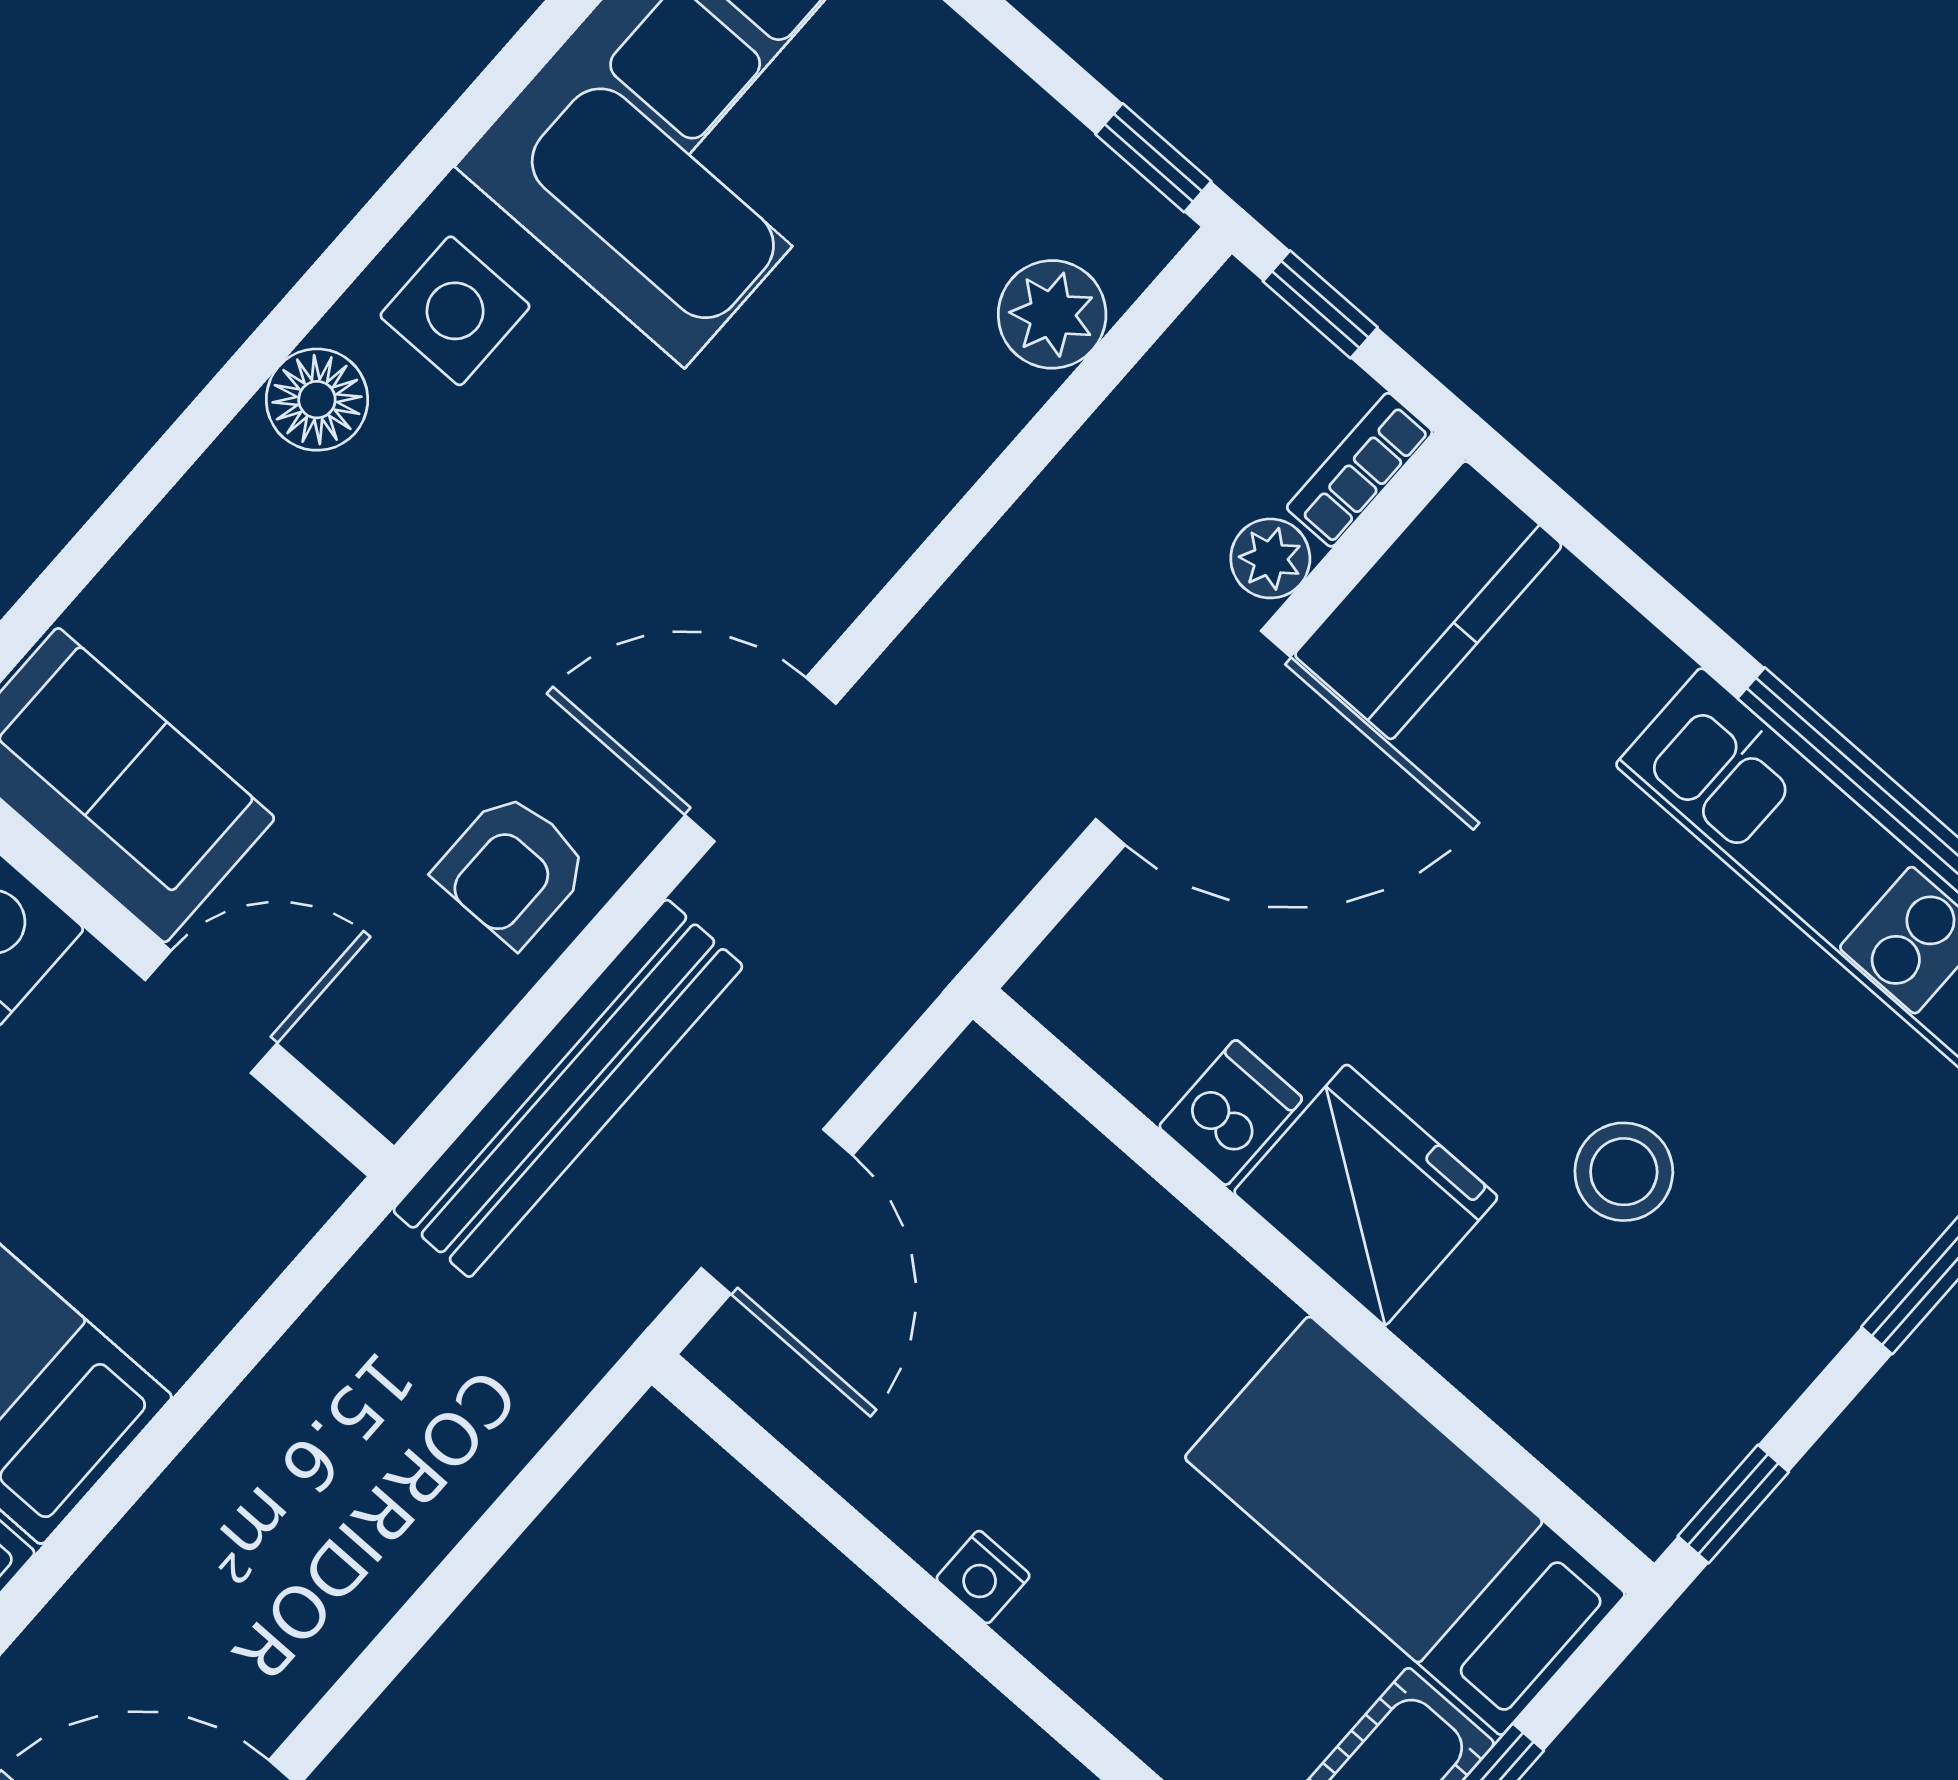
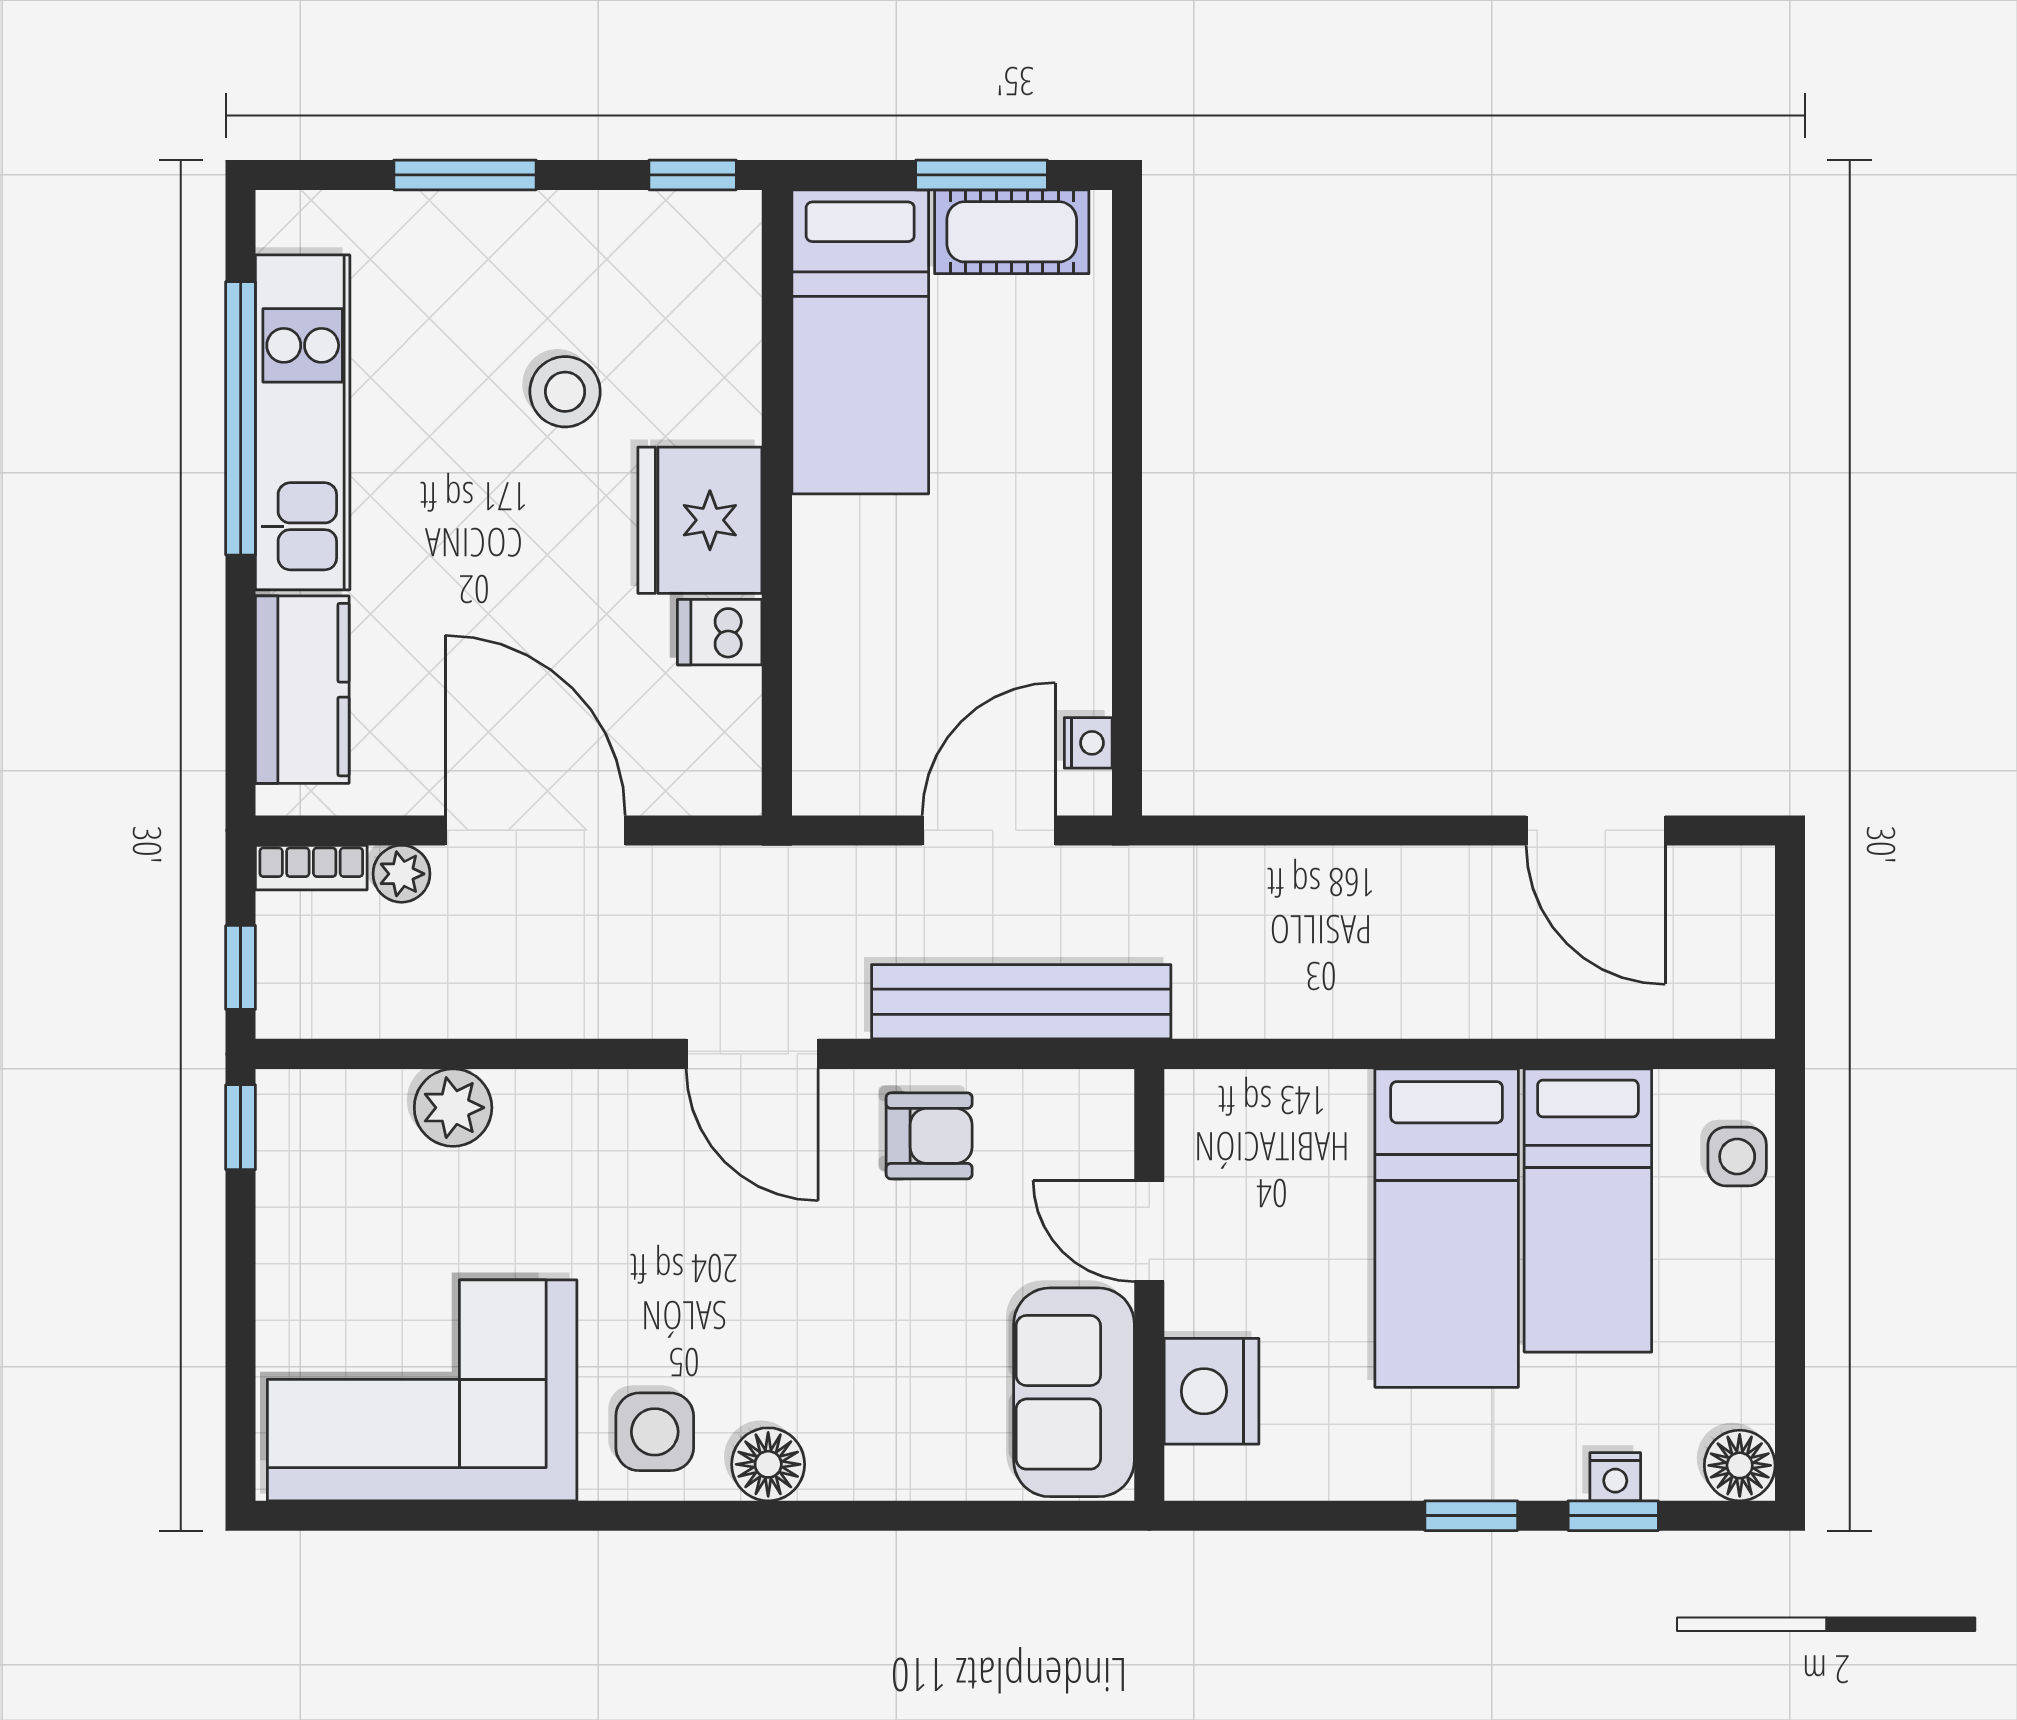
plant: (1052, 314) -> (453, 1108), moved
kitchen counter: (1428, 600) -> (302, 690), moved, turned 90
nightstand: (983, 1577) -> (1088, 743), moved

